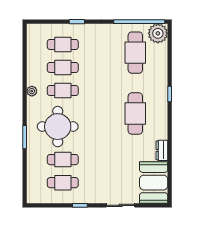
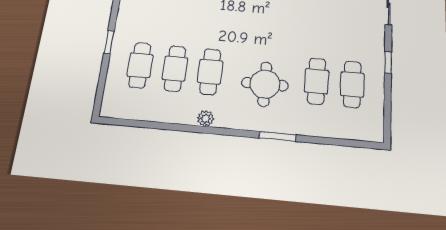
round table: (58, 127) -> (265, 84), width x0.73, depth x0.73

